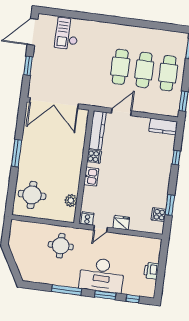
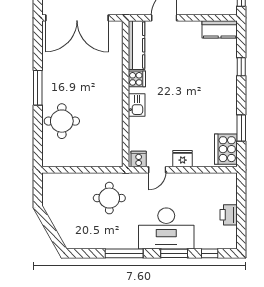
round table: (32, 195) -> (62, 121), moved
plant: (71, 201) -> (115, 139), removed
cooker: (159, 215) -> (226, 149), width x1.87, depth x1.31

